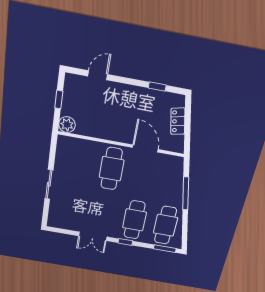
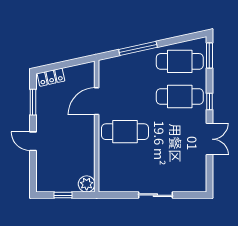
door: (98, 75) -> (33, 141), moved
window: (157, 87) -> (33, 102), width x1.50
locker: (178, 121) -> (51, 77), moved

